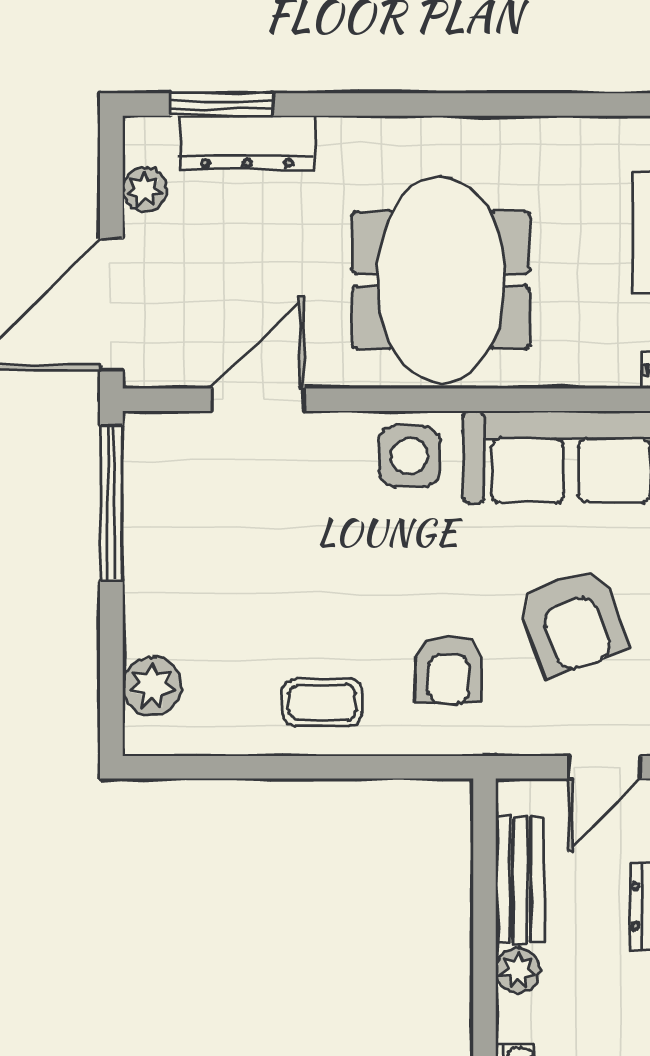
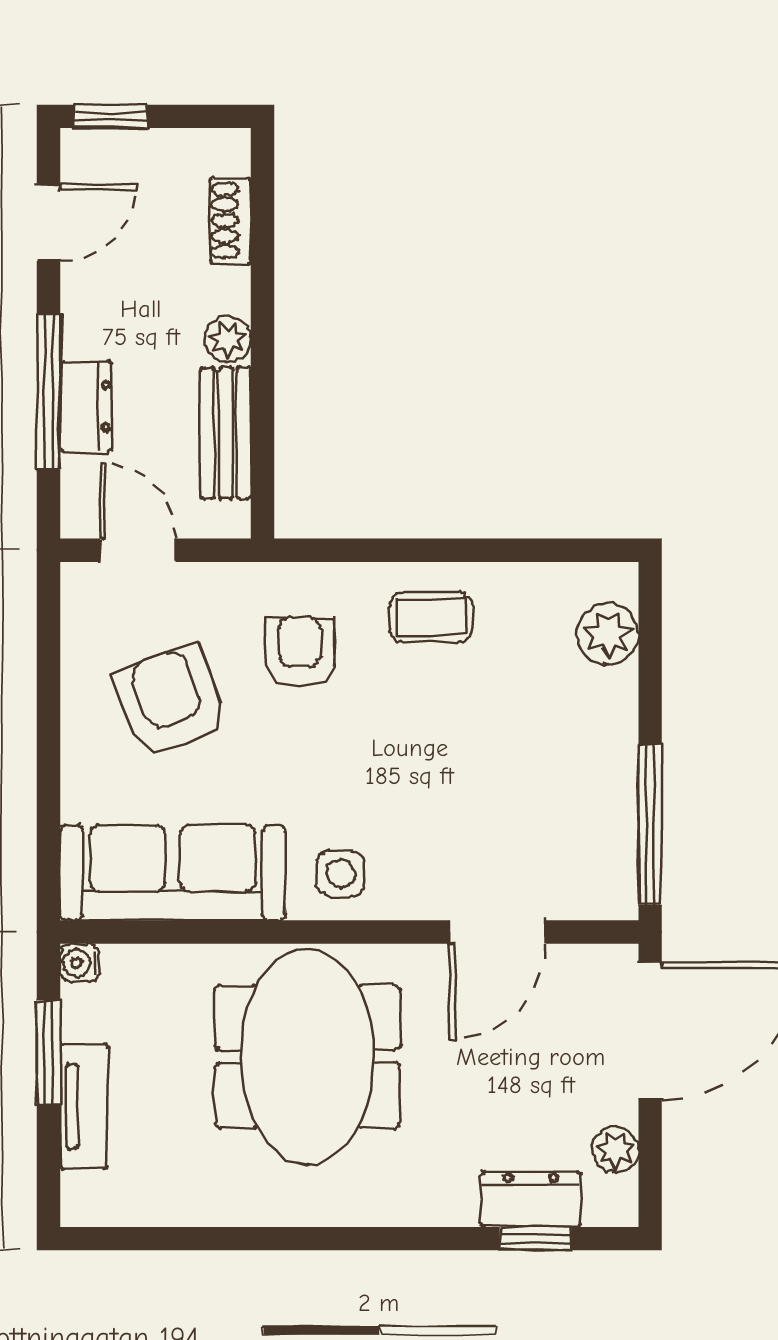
window: (222, 105) -> (536, 1239), width x0.67
dresser: (247, 142) -> (531, 1199), width x0.70
side table: (409, 456) -> (341, 874), width x0.73, depth x0.73
door: (604, 767) -> (138, 550), hinge flipped

